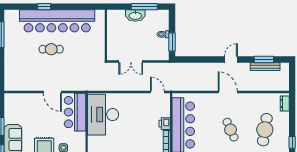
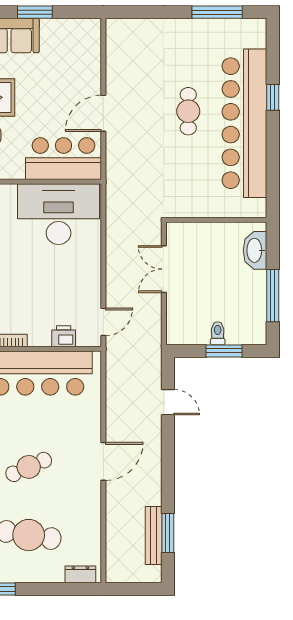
washbasin: (135, 16) -> (255, 250), moved
window: (172, 42) -> (224, 351), moved
door: (231, 59) -> (168, 402), moved
printer: (165, 124) -> (64, 336), moved

